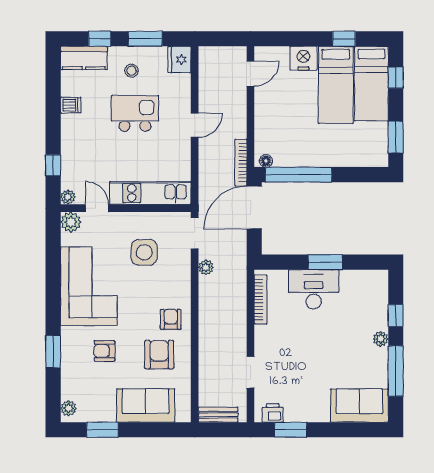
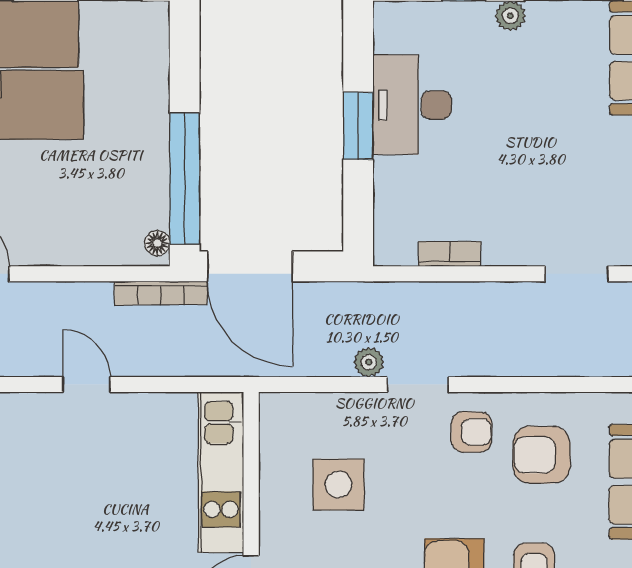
kitchen island: (135, 113) -> (63, 503), removed
doorway: (195, 233) -> (418, 385), moved
desk: (314, 289) -> (412, 105), moved
bookcase: (261, 299) -> (450, 254), width x0.64
armchair: (171, 319) -> (472, 432), turned 180

